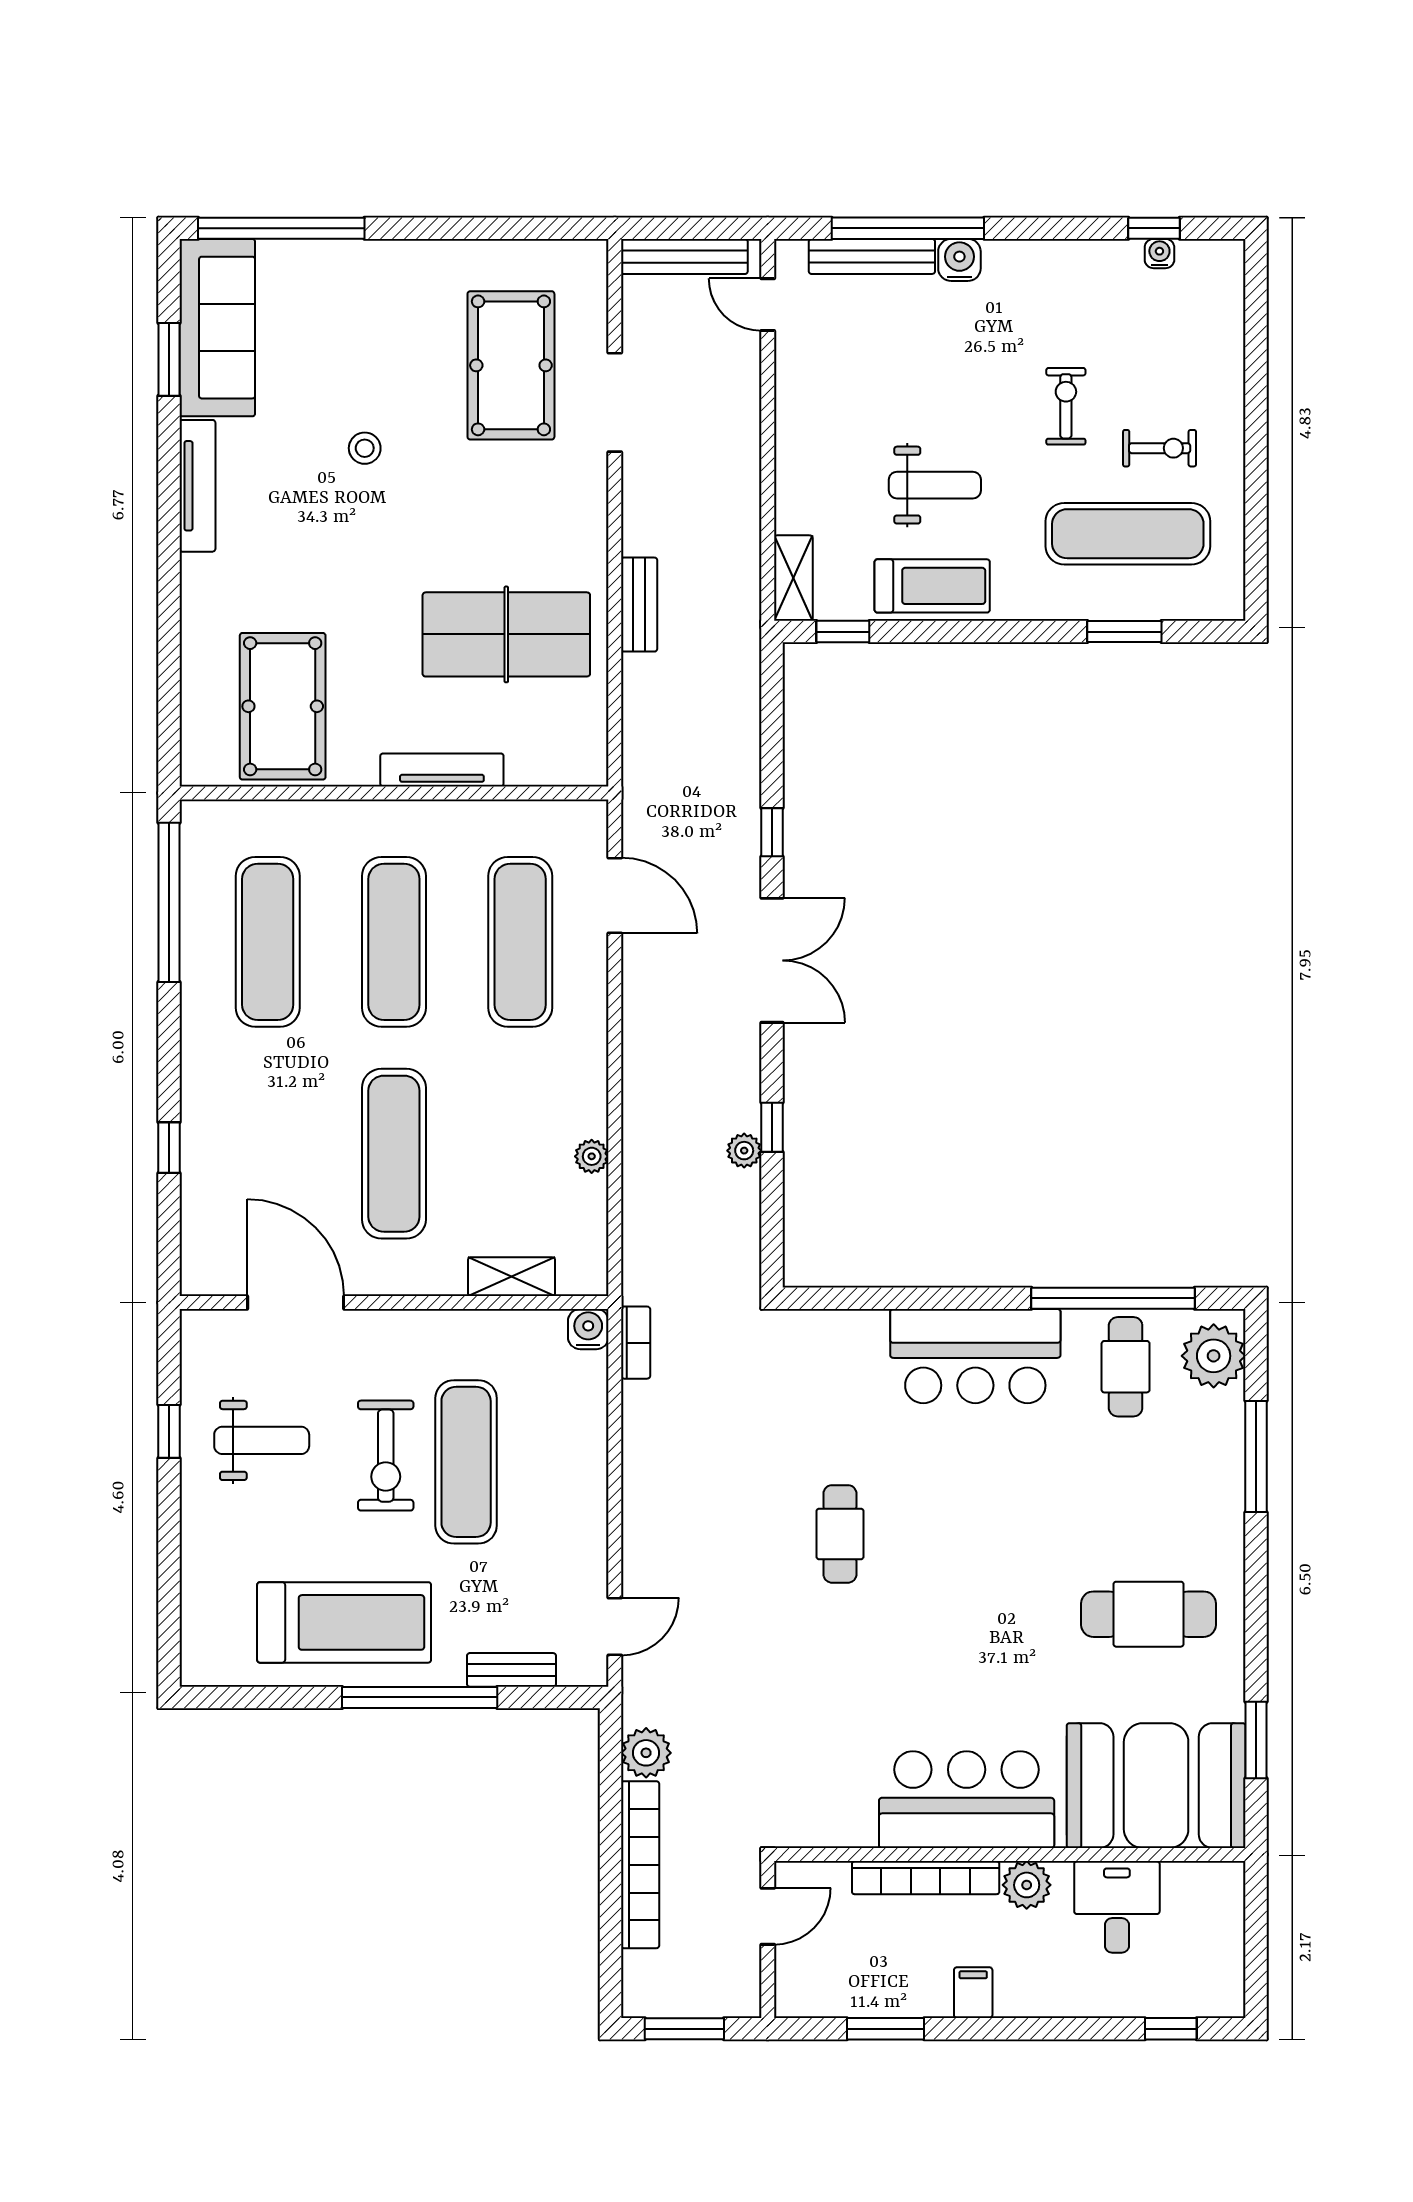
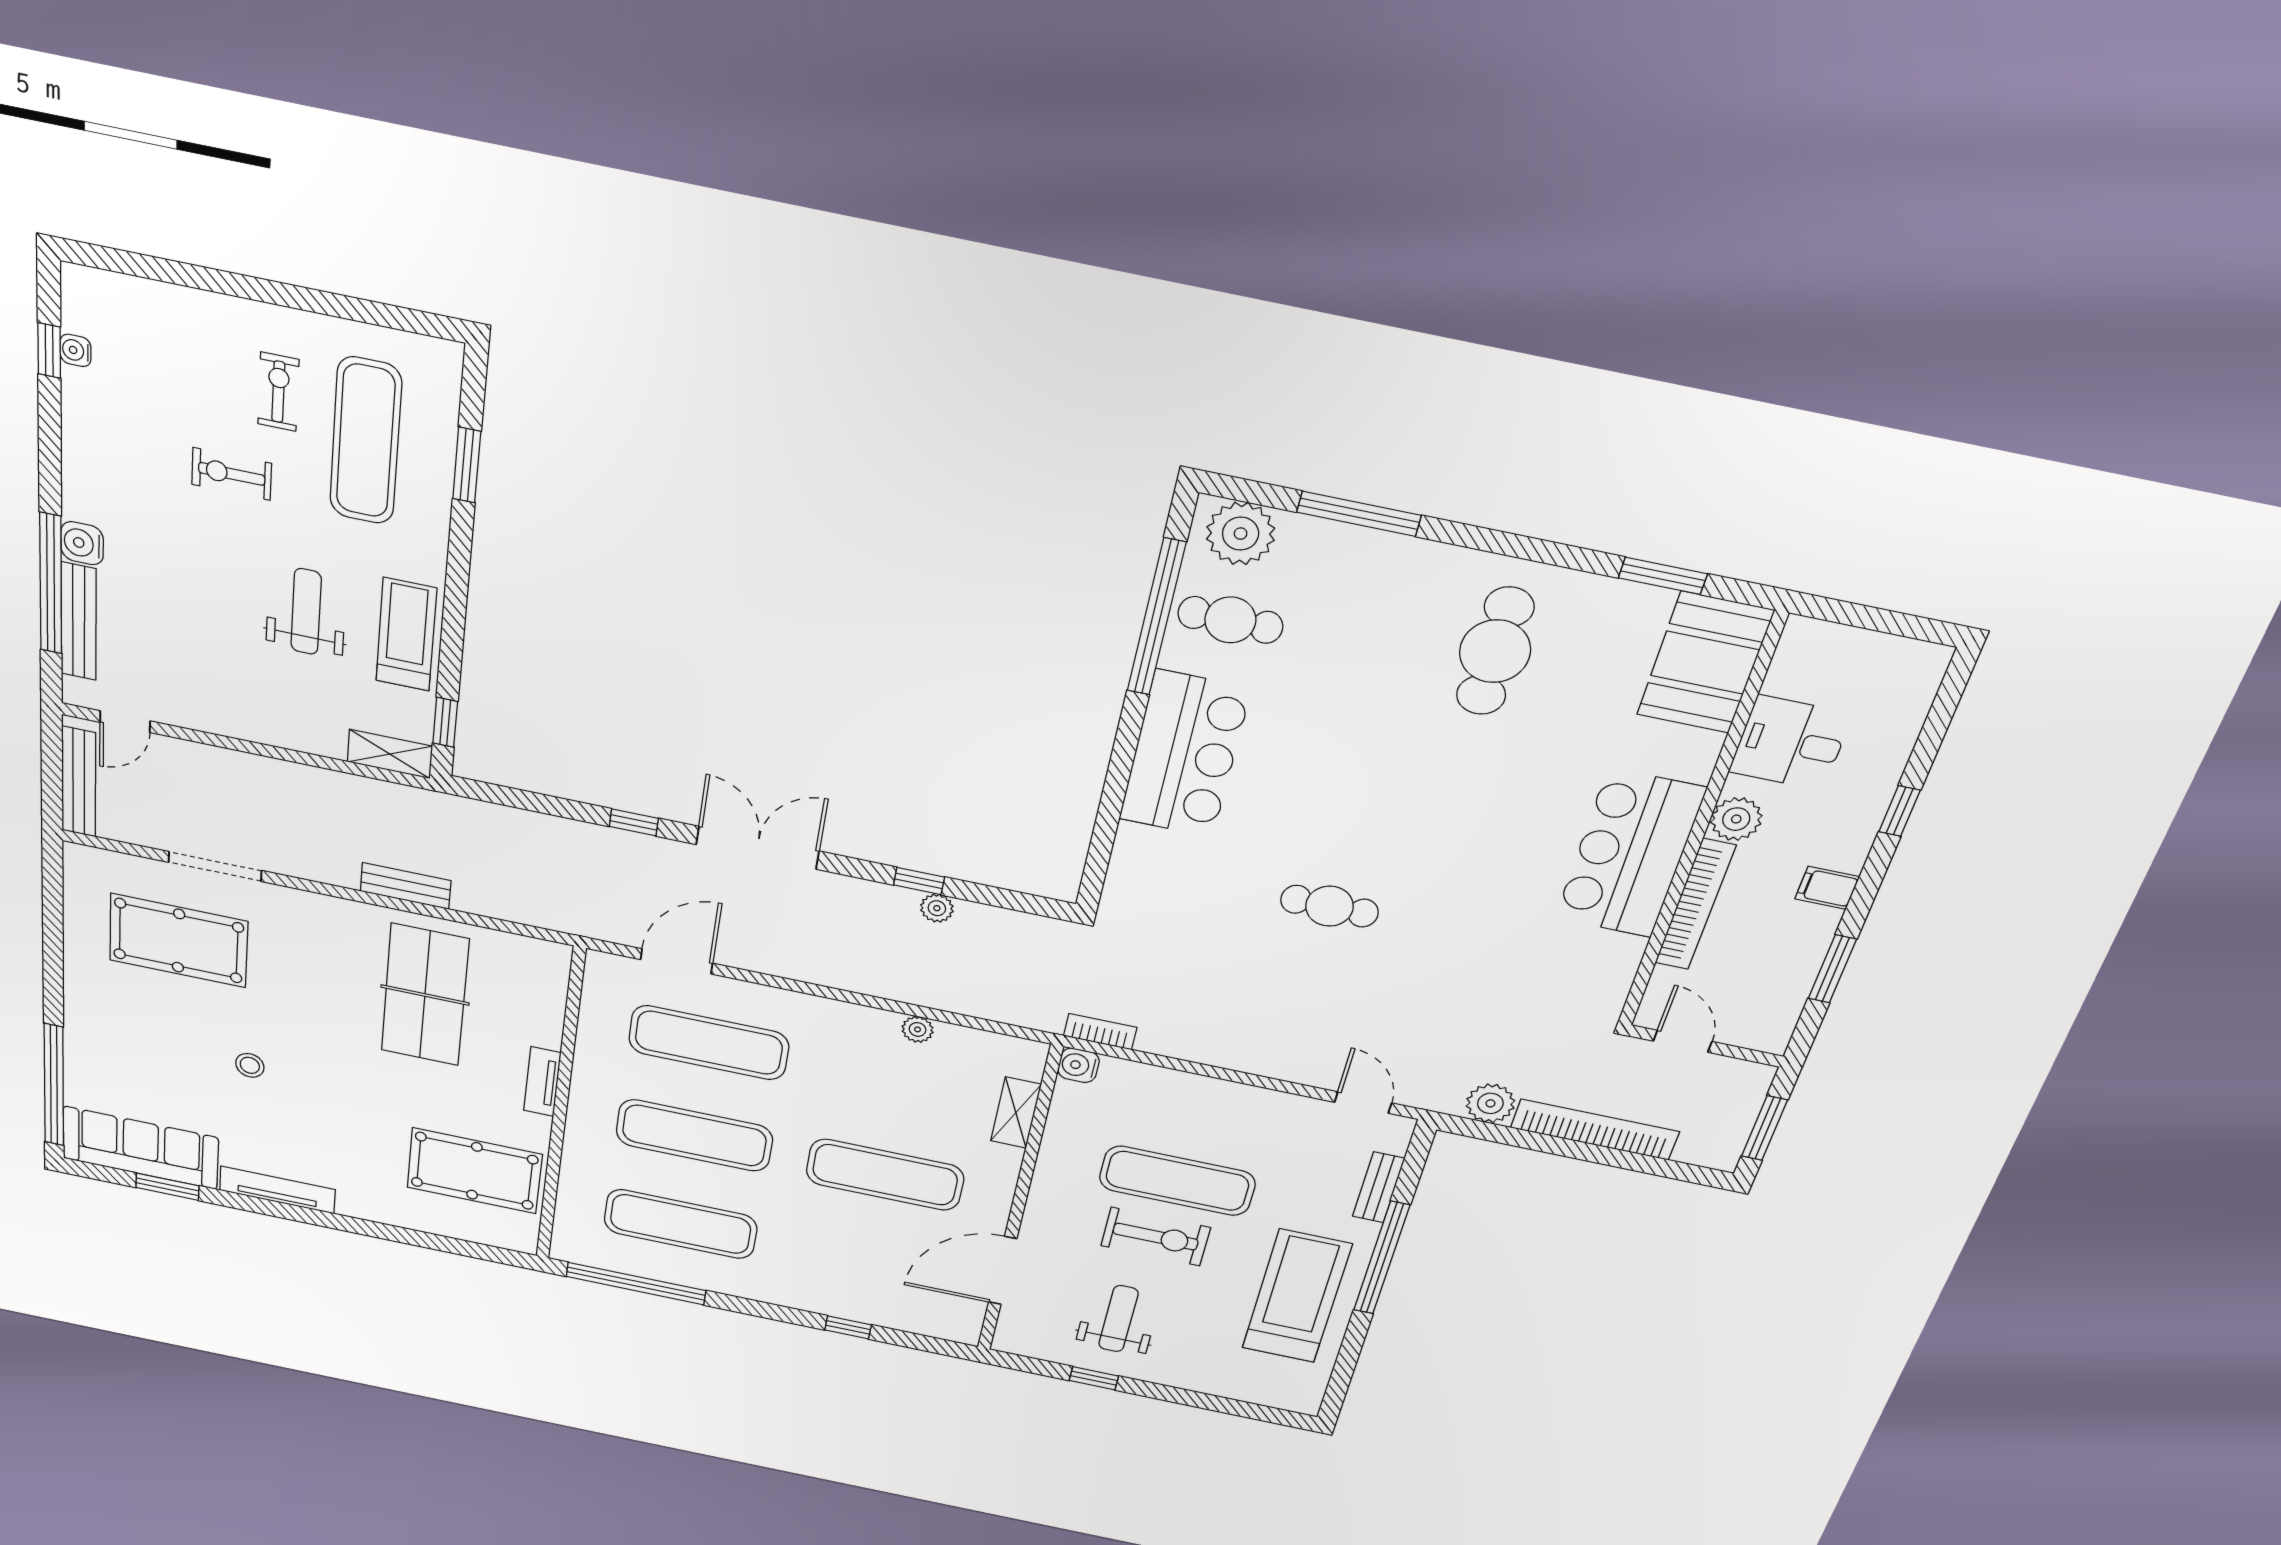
tv unit: (442, 770) -> (542, 1082), width x0.71
booth: (1156, 1786) -> (1705, 663), width x0.73, depth x0.70
window: (1171, 2029) -> (1900, 811), moved

